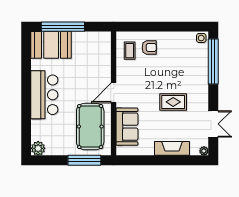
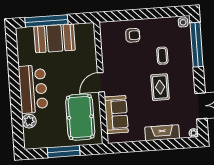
booth: (51, 45) -> (55, 38), moved
coffee table: (130, 51) -> (162, 56), moved
rug: (173, 102) -> (160, 87), turned 90
plant: (38, 148) -> (29, 121), moved
window: (84, 160) -> (64, 152), moved

